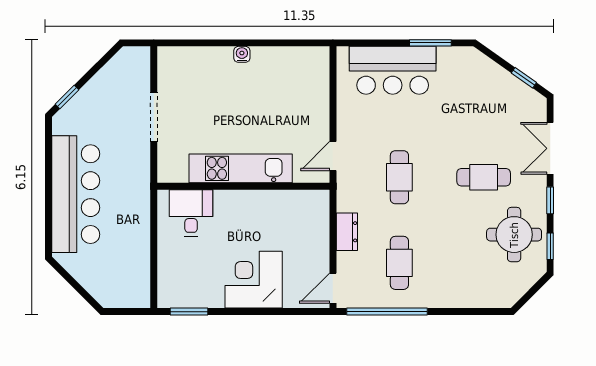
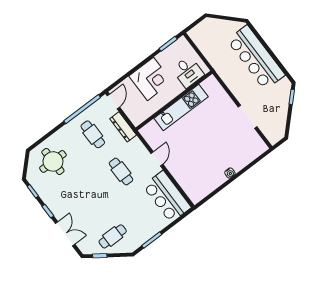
bar counter: (393, 70) -> (167, 197), moved, turned -90
kitchen unit: (241, 168) -> (181, 108), moved
cafe table: (484, 177) -> (113, 236), moved
wall: (243, 186) -> (174, 101), moved
desk: (191, 213) -> (188, 72), moved
dresser: (347, 232) -> (123, 127), width x1.44
round table: (514, 235) -> (53, 161), moved

